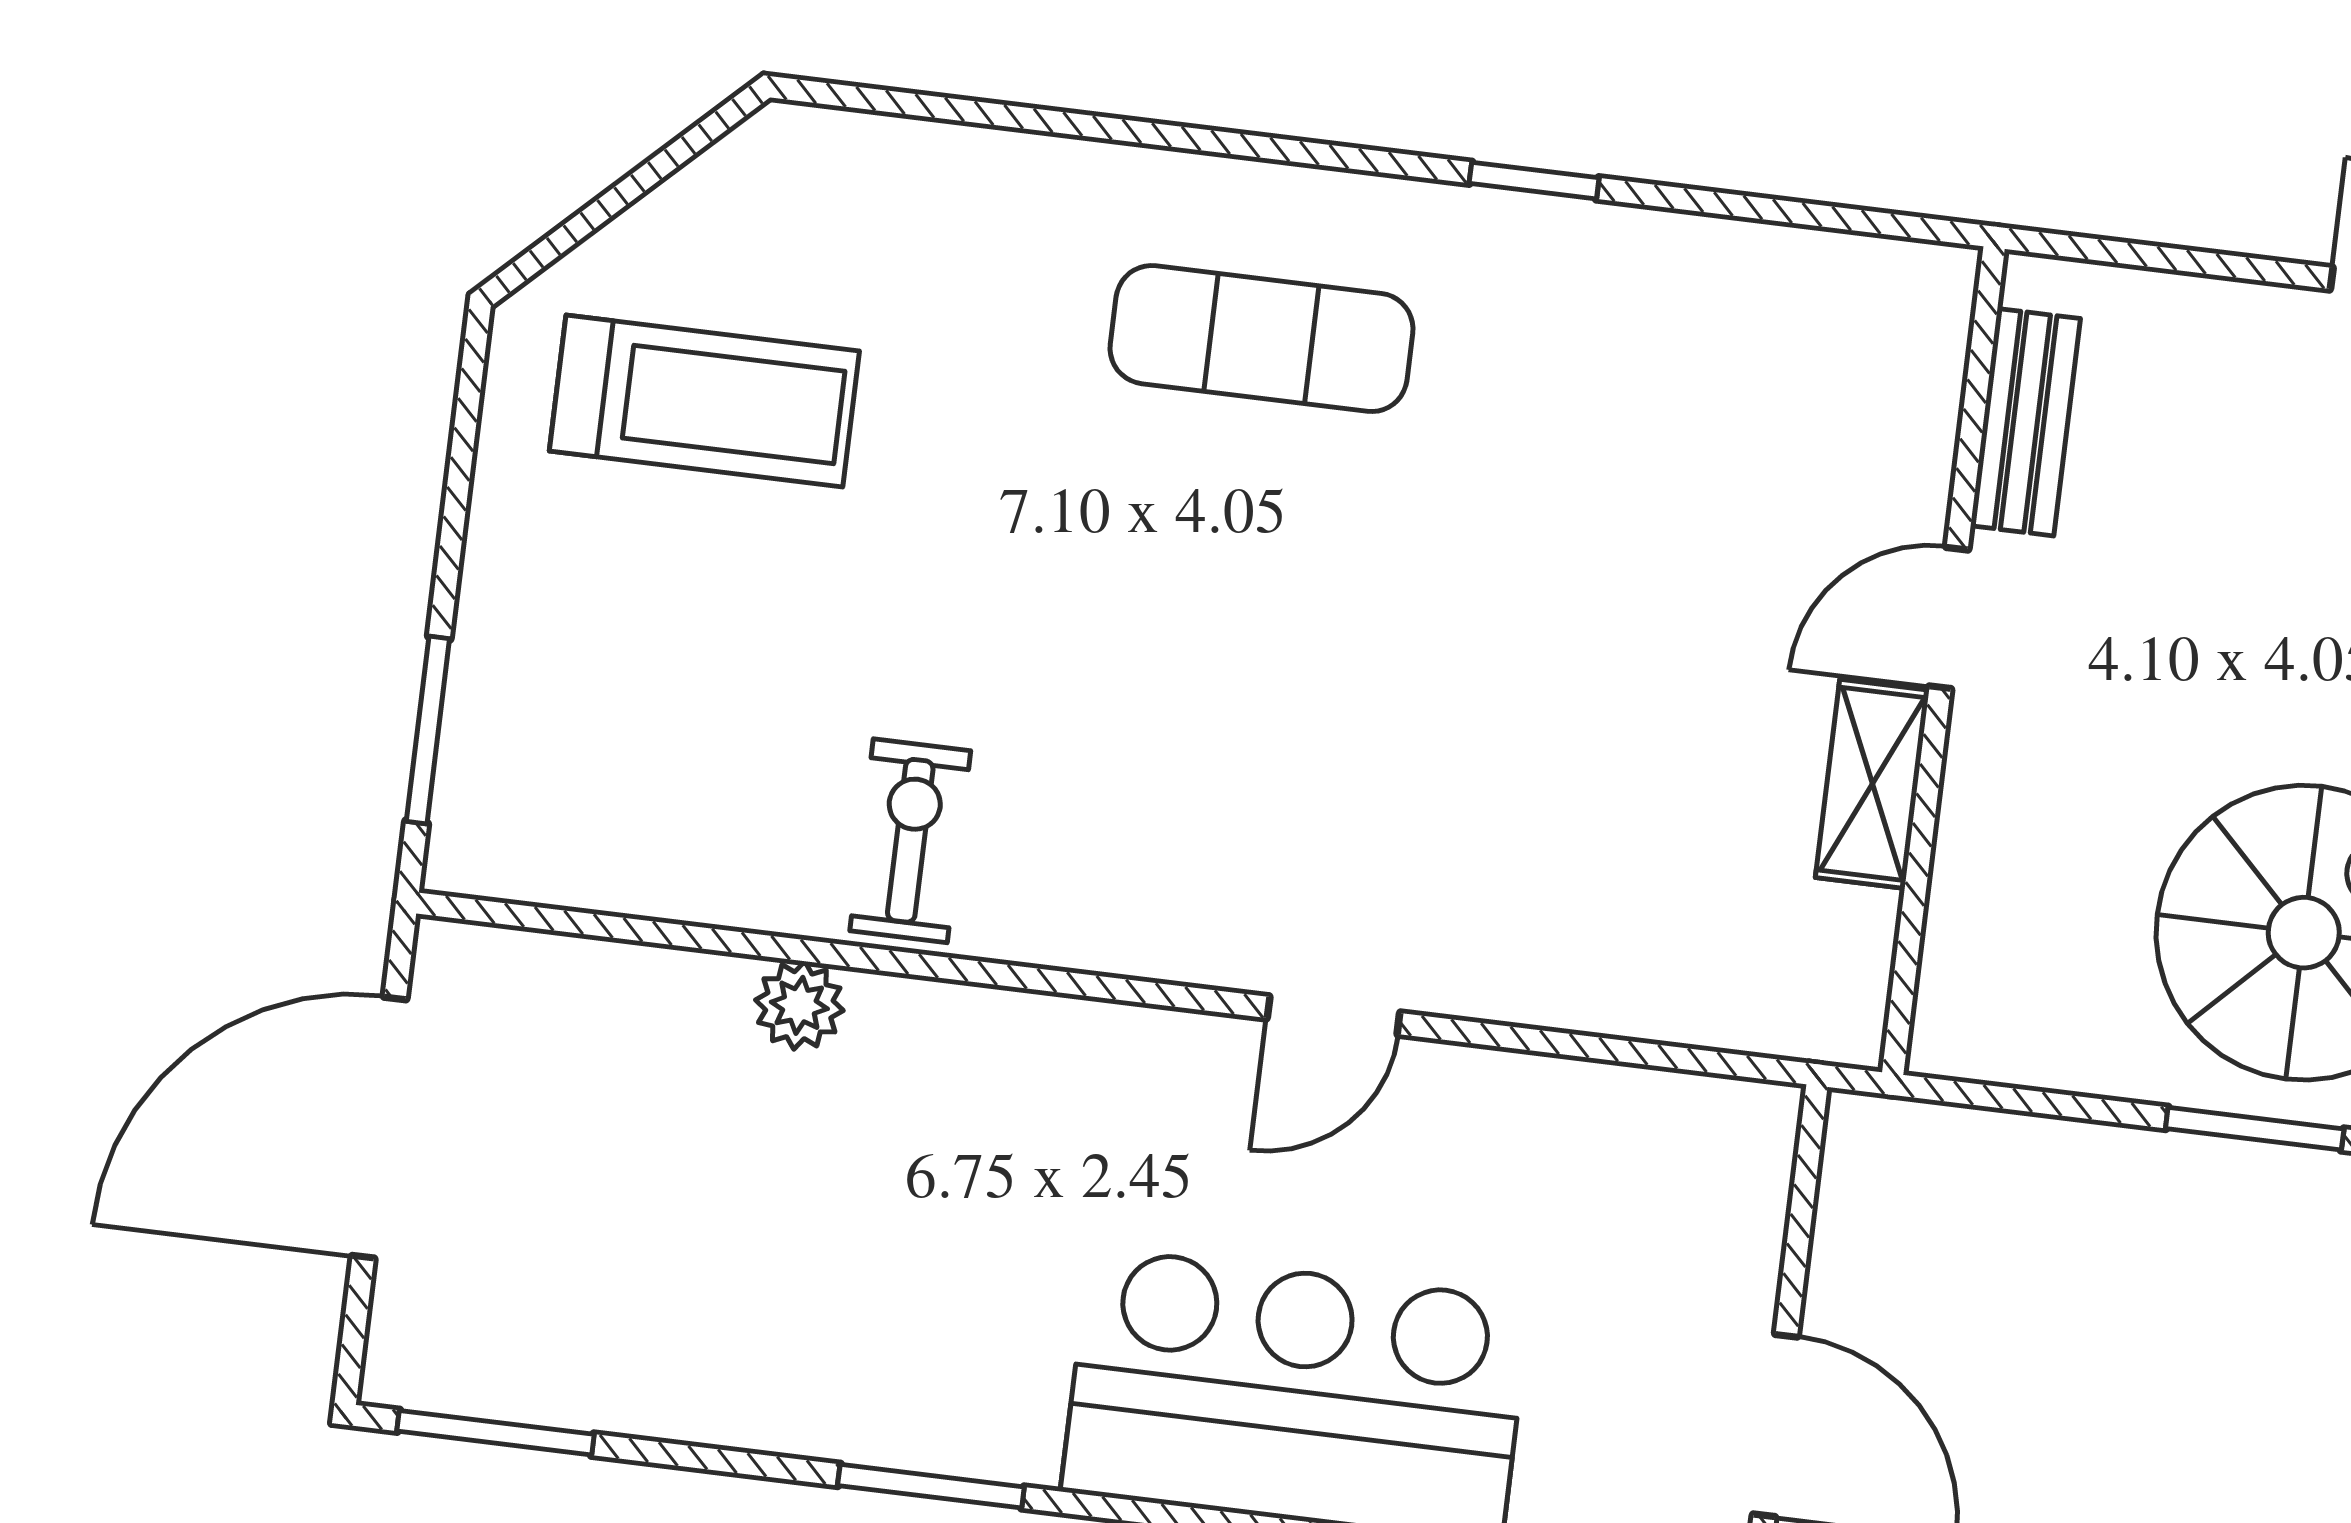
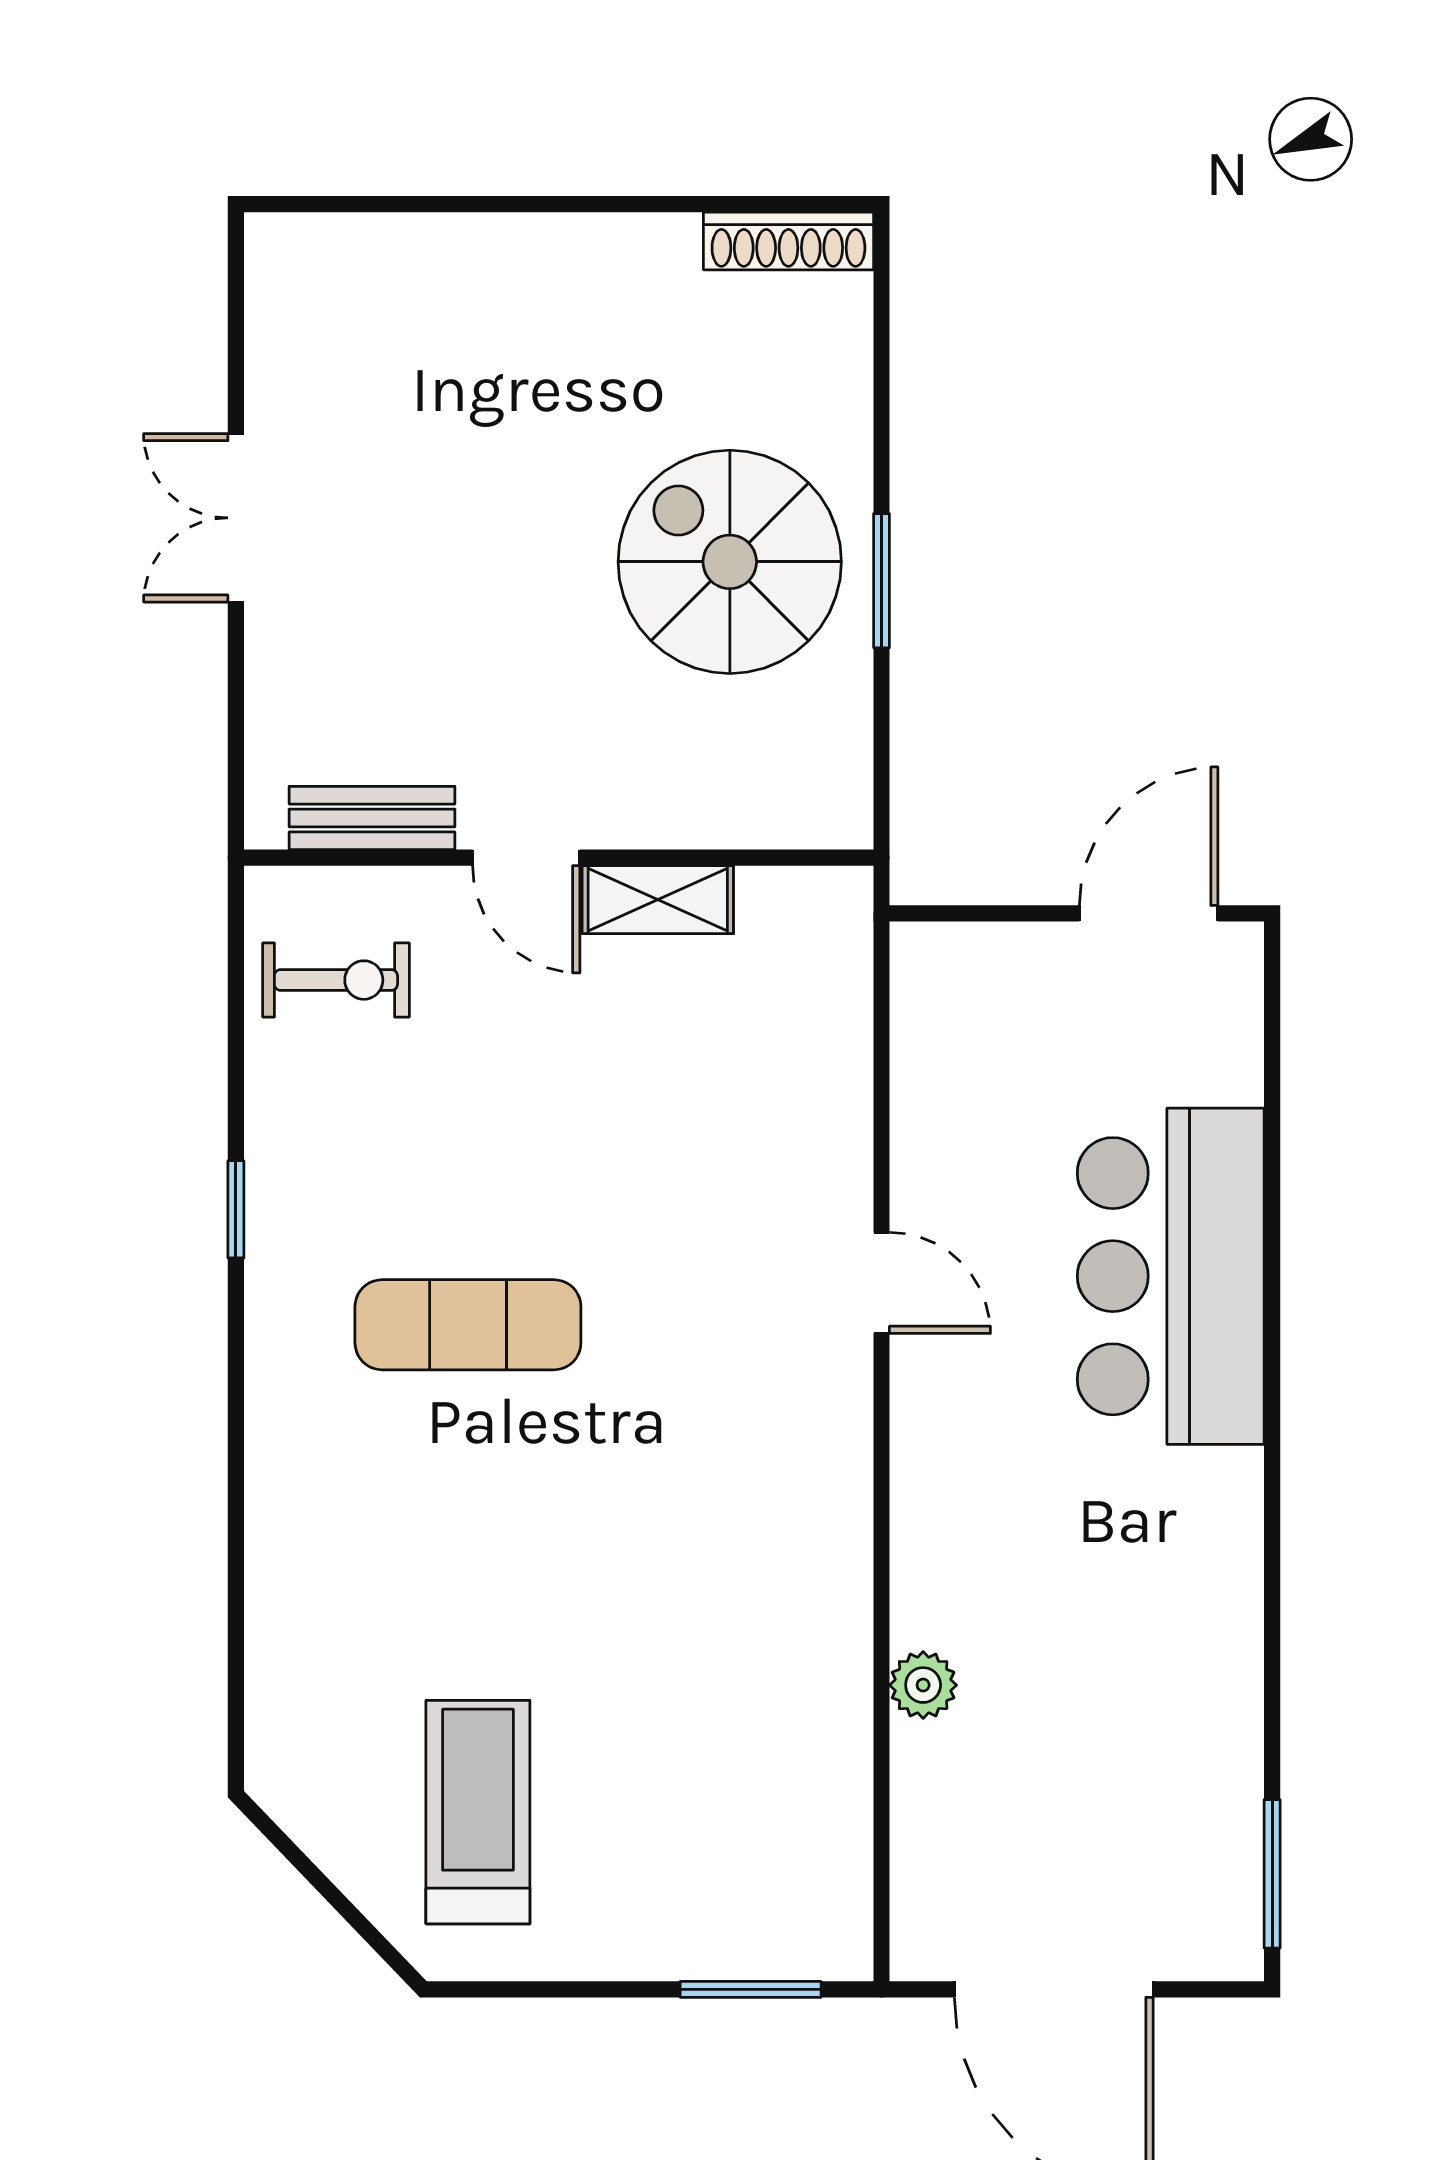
exercise mat: (1262, 339) -> (468, 1325), moved, turned 90
exercise bike: (910, 841) -> (336, 980), moved, turned 180
window: (931, 1486) -> (1272, 1542), removed

